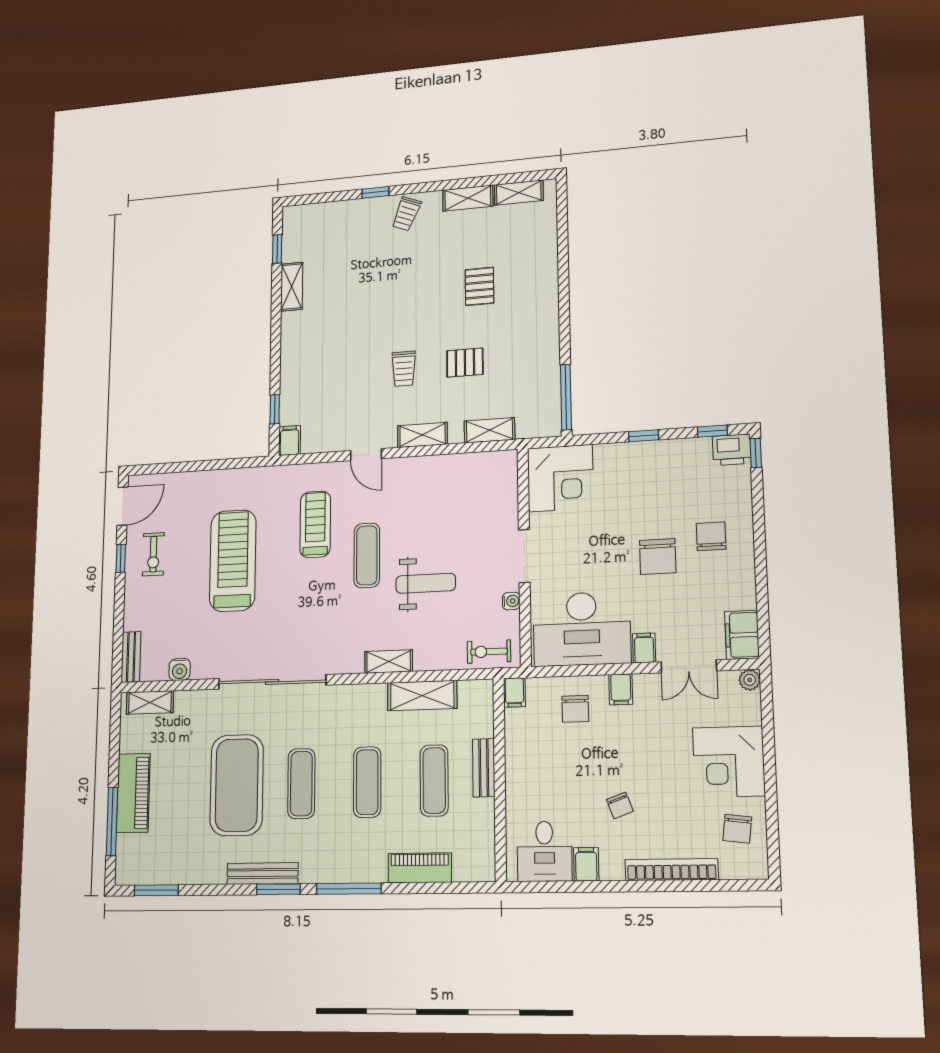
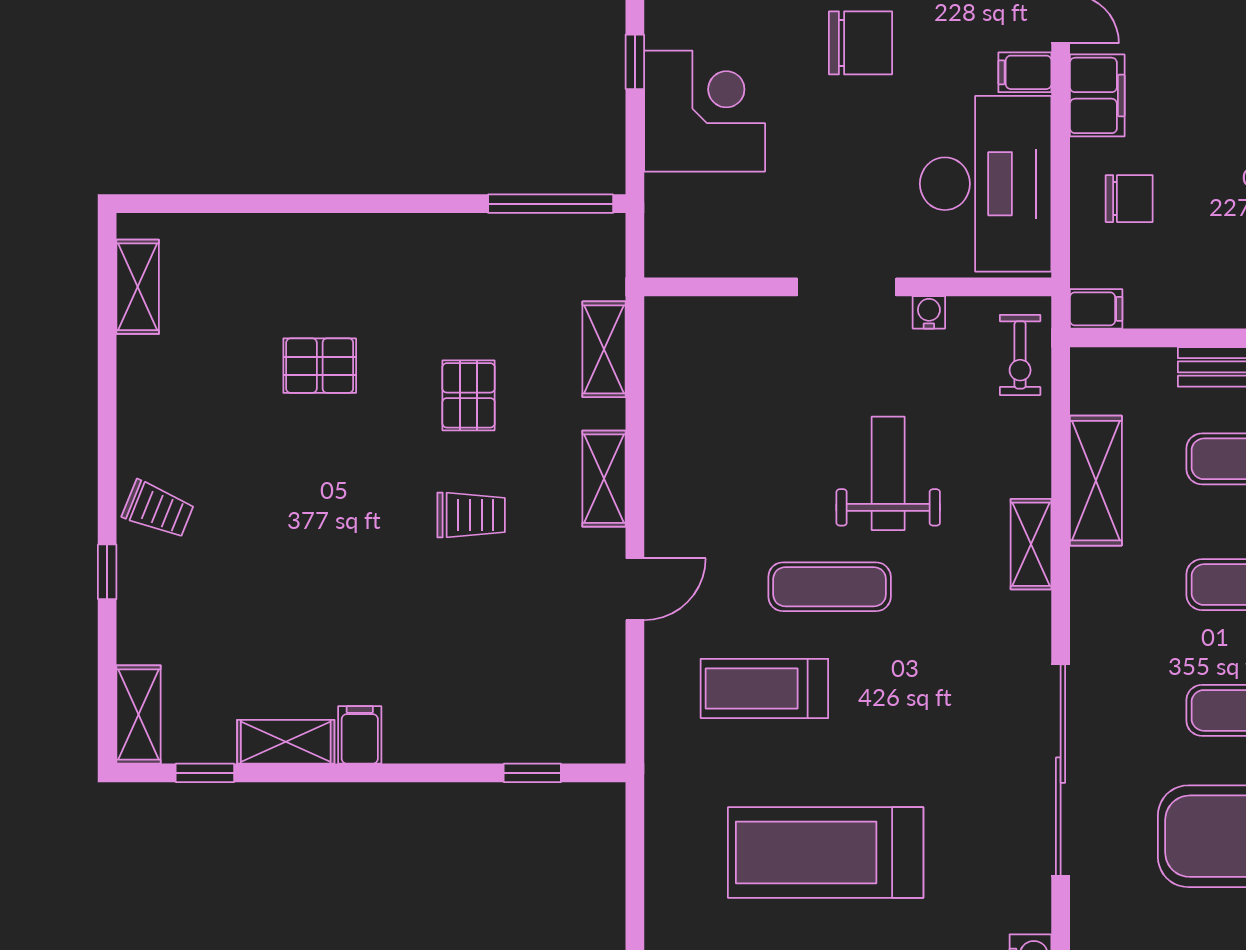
shelving: (468, 198) -> (139, 714), moved
filing cabinet: (289, 441) -> (360, 735), moved, turned 90
corner desk: (560, 478) -> (705, 111), moved
filing cabinet: (621, 689) -> (1097, 95), width x2.00

